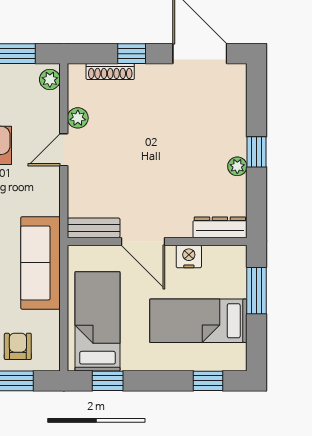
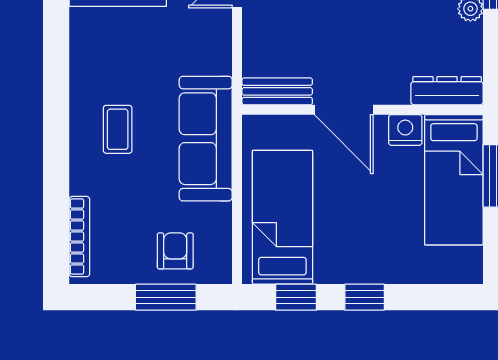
bed: (198, 321) -> (454, 180), moved, turned -90
window: (208, 381) -> (365, 297), moved

